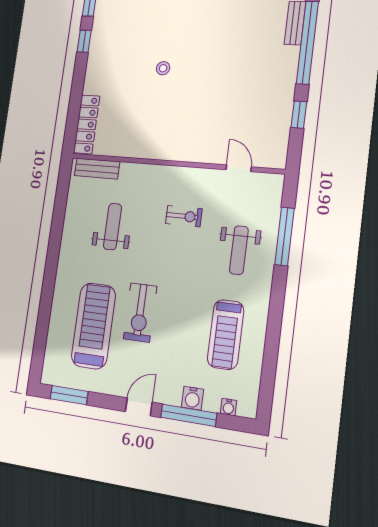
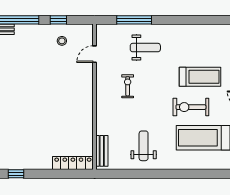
stool: (163, 68) -> (62, 41), moved
weight bench: (112, 227) -> (144, 146), moved, turned 90
exercise bike: (140, 313) -> (191, 107), turned 180
treadmill: (226, 335) -> (200, 77), moved

